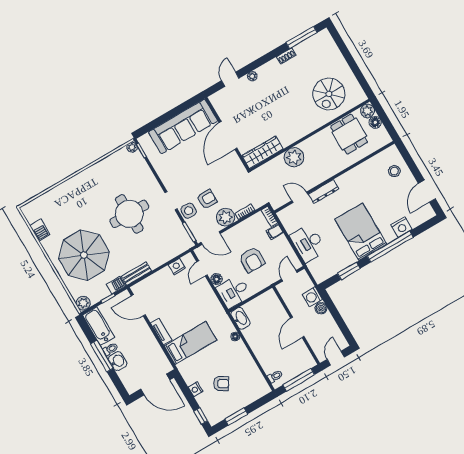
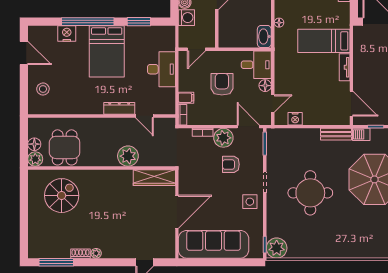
plant: (252, 76) -> (96, 253), moved
plant: (132, 147) -> (277, 248), width x1.87, depth x1.87
door: (427, 191) -> (24, 53), hinge flipped
side table: (189, 211) -> (250, 202), moved

